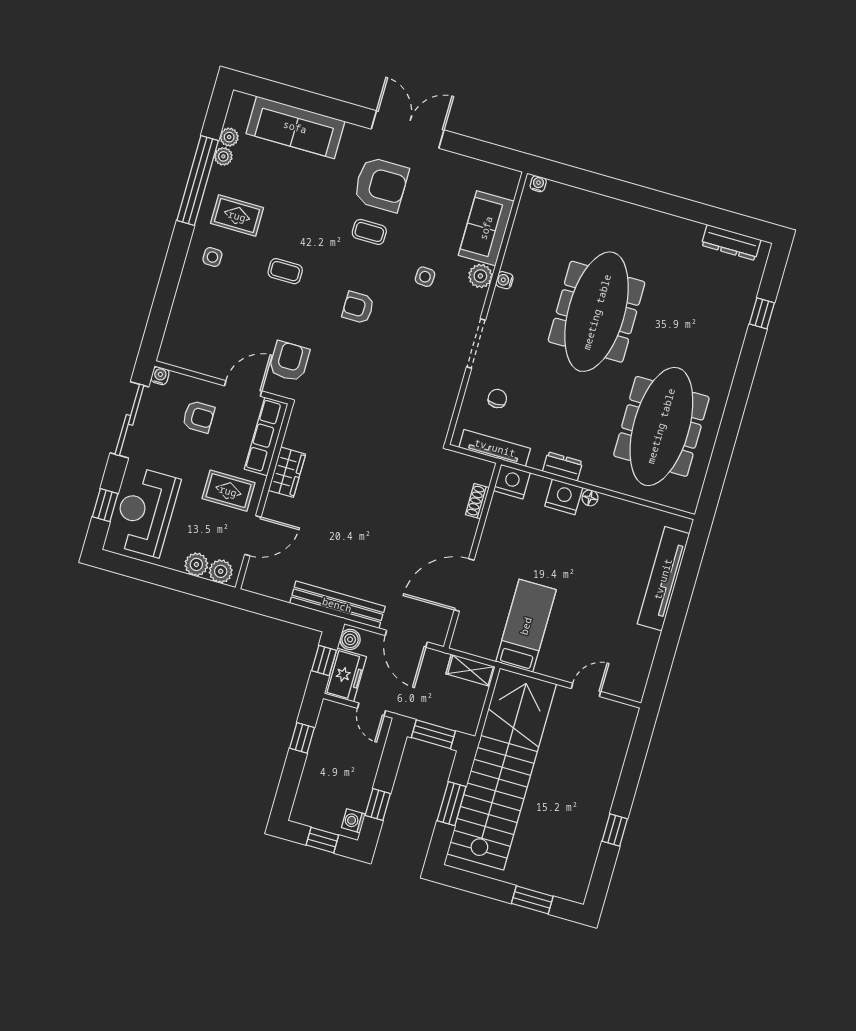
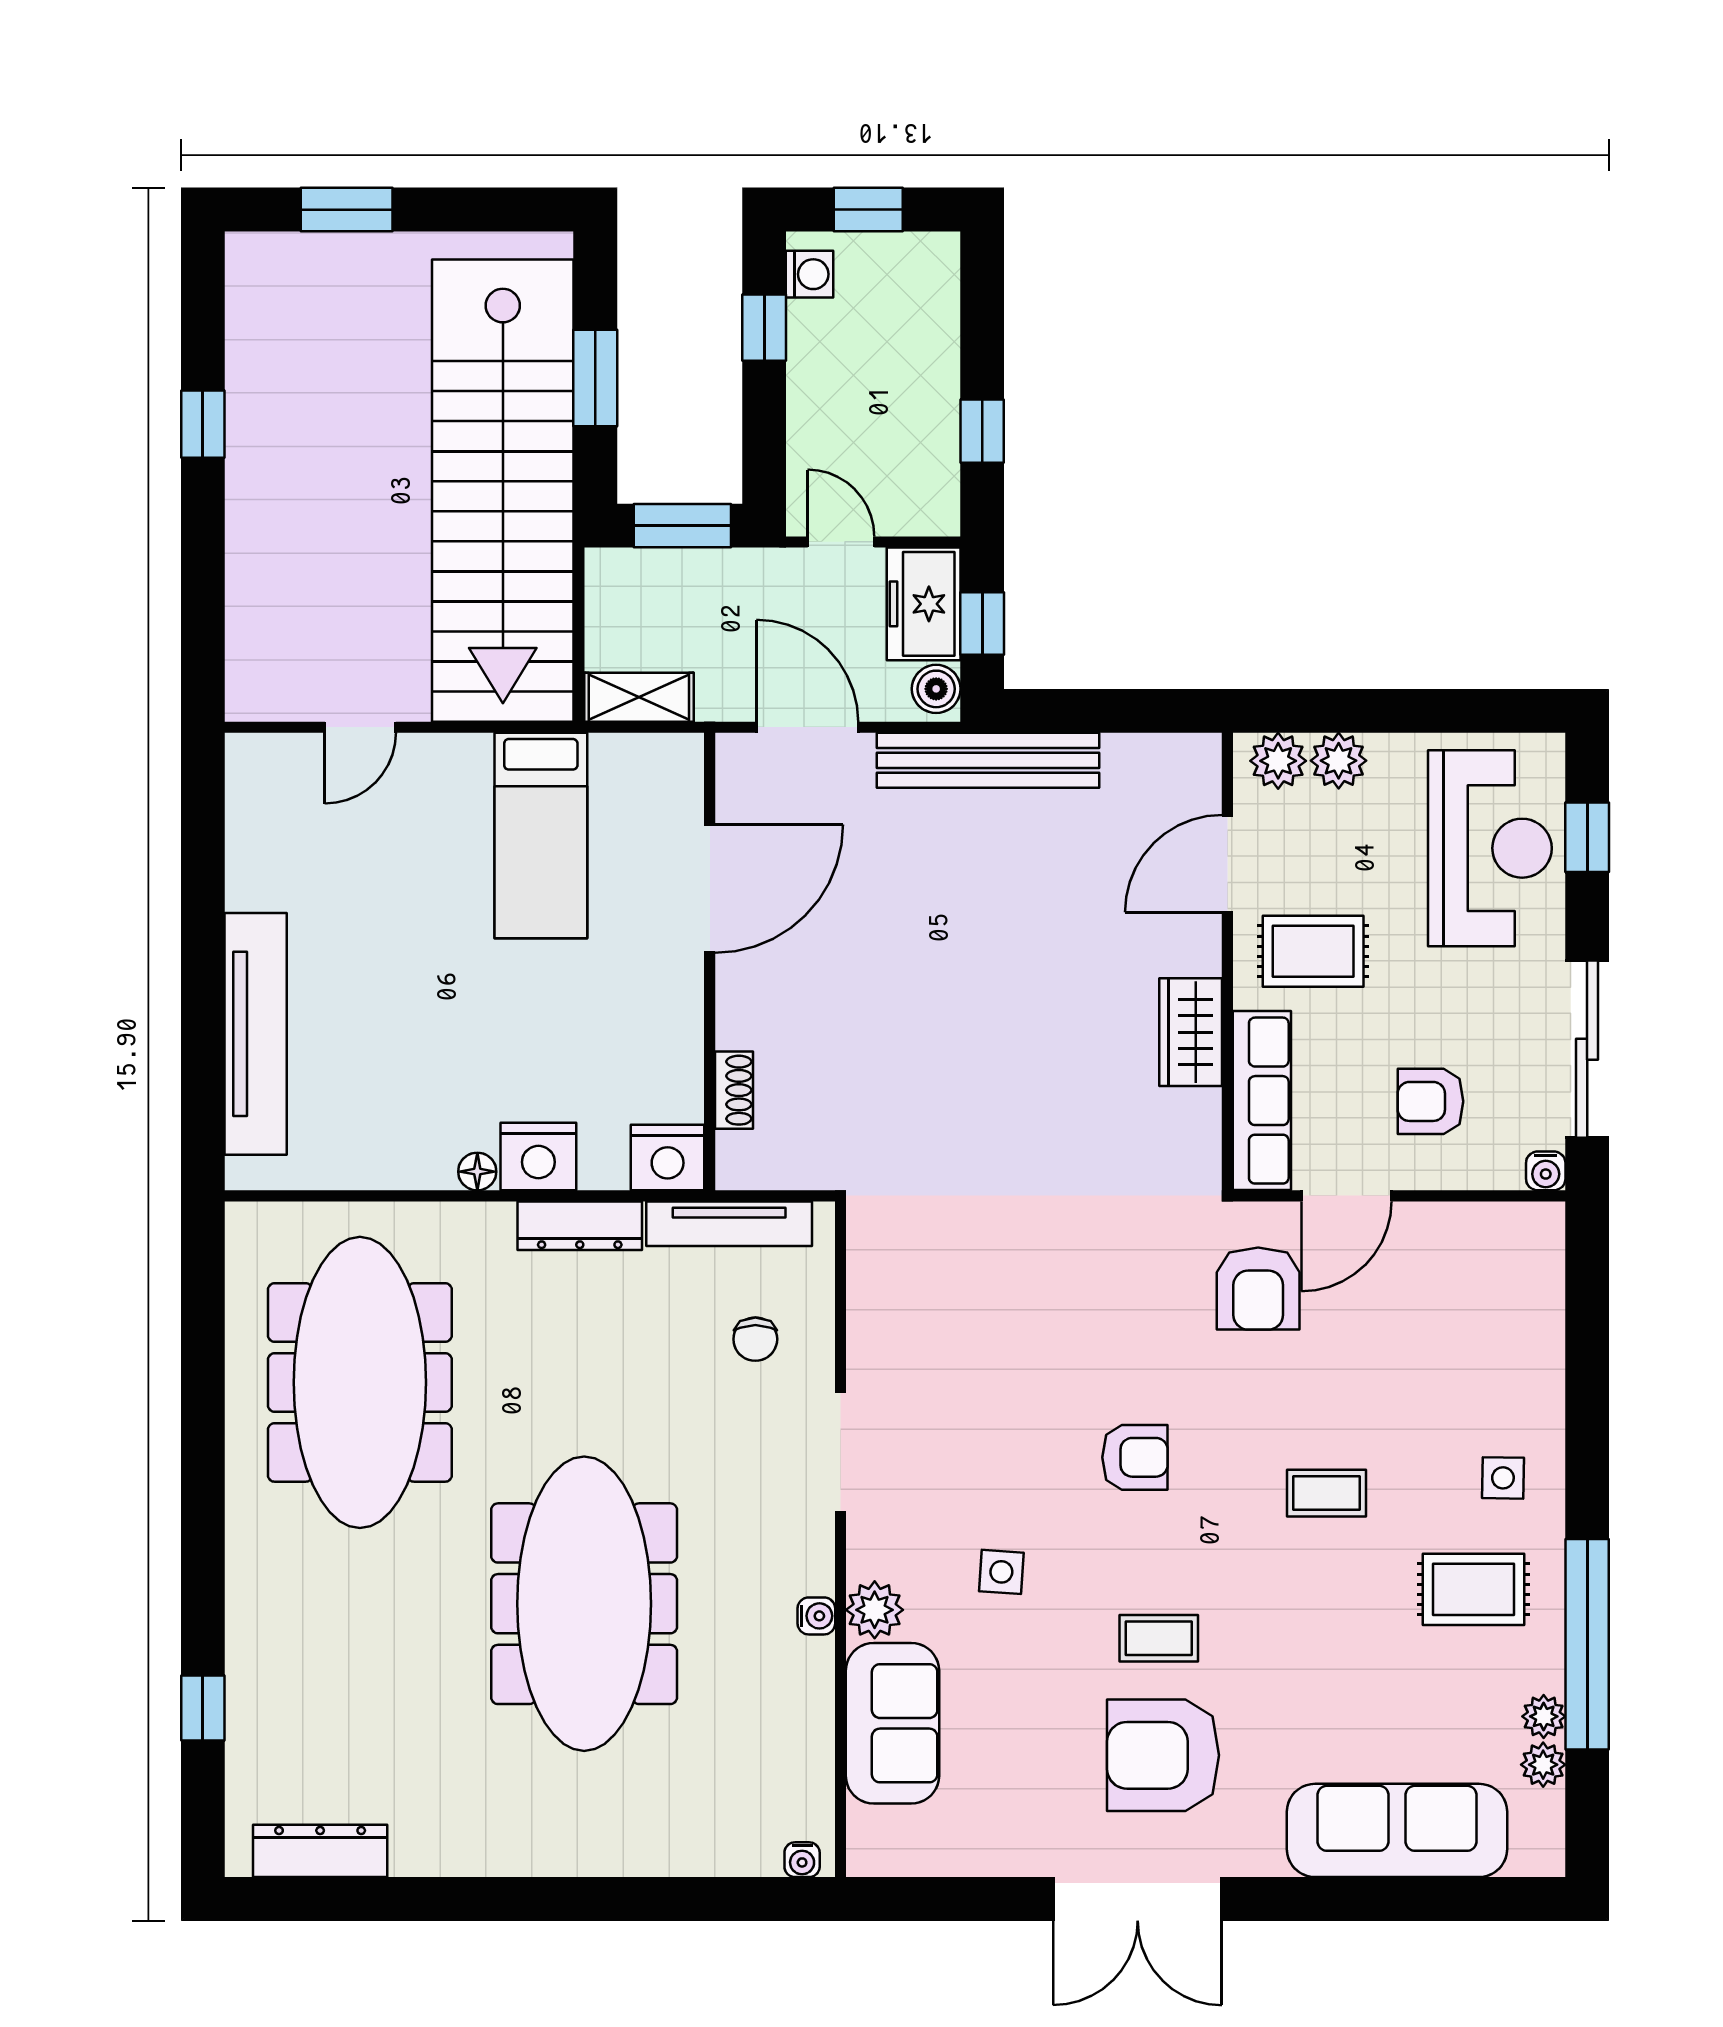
dresser: (563, 466) -> (580, 1226), width x1.44

